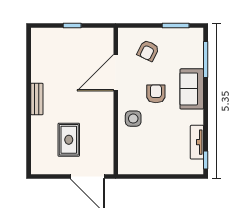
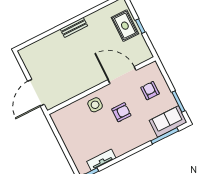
armchair: (148, 51) -> (150, 91), turned 64
sofa: (192, 89) -> (168, 121), moved
rug: (69, 140) -> (125, 26), moved, turned 90

